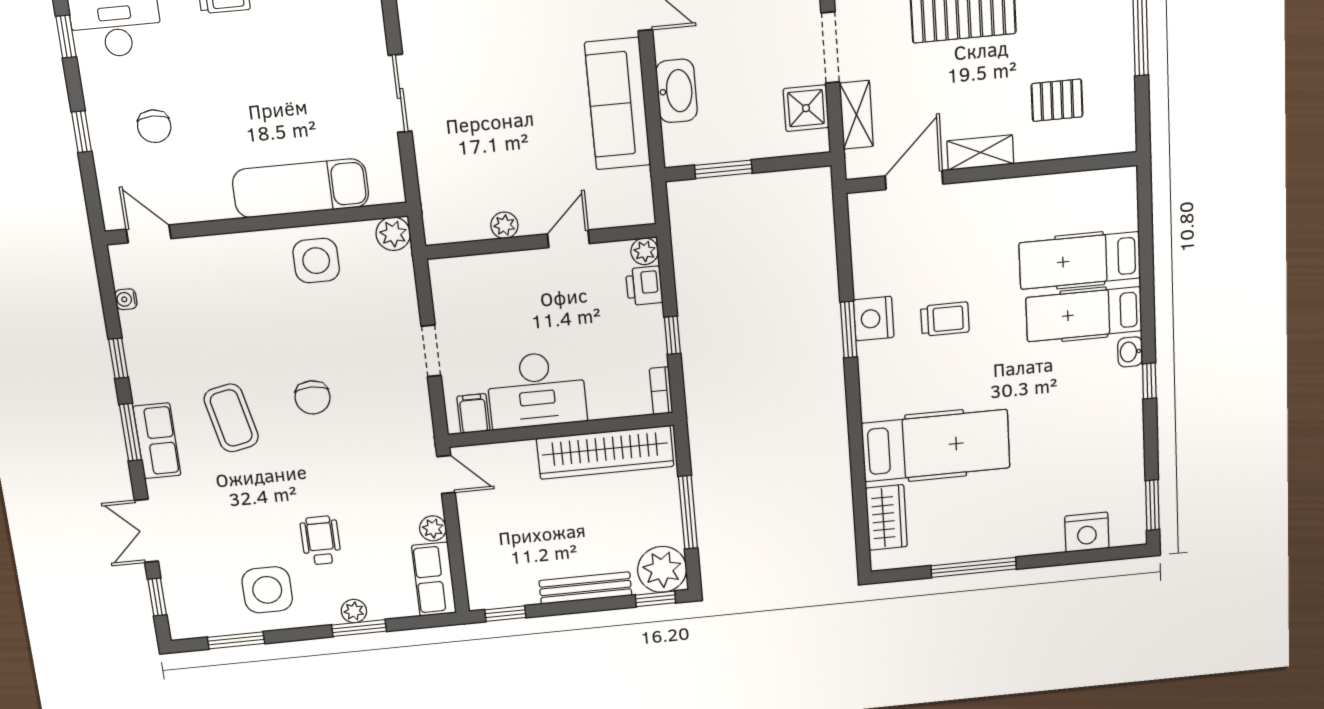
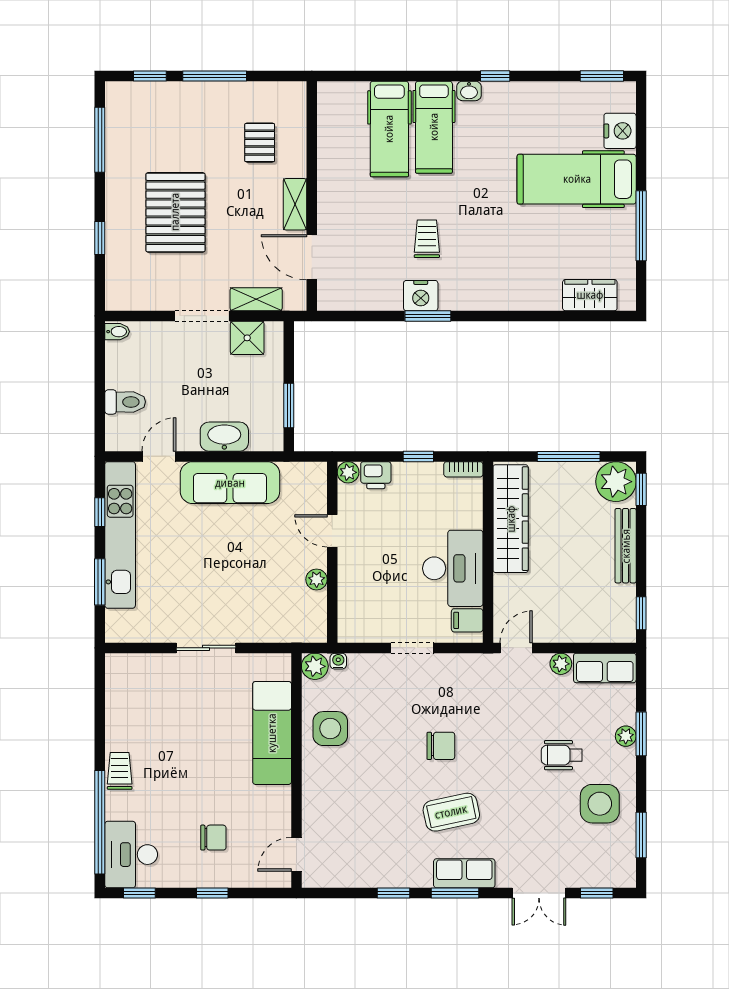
water cooler: (126, 299) -> (338, 661), moved, turned 180
hospital bed: (936, 446) -> (577, 179), moved, turned -90

